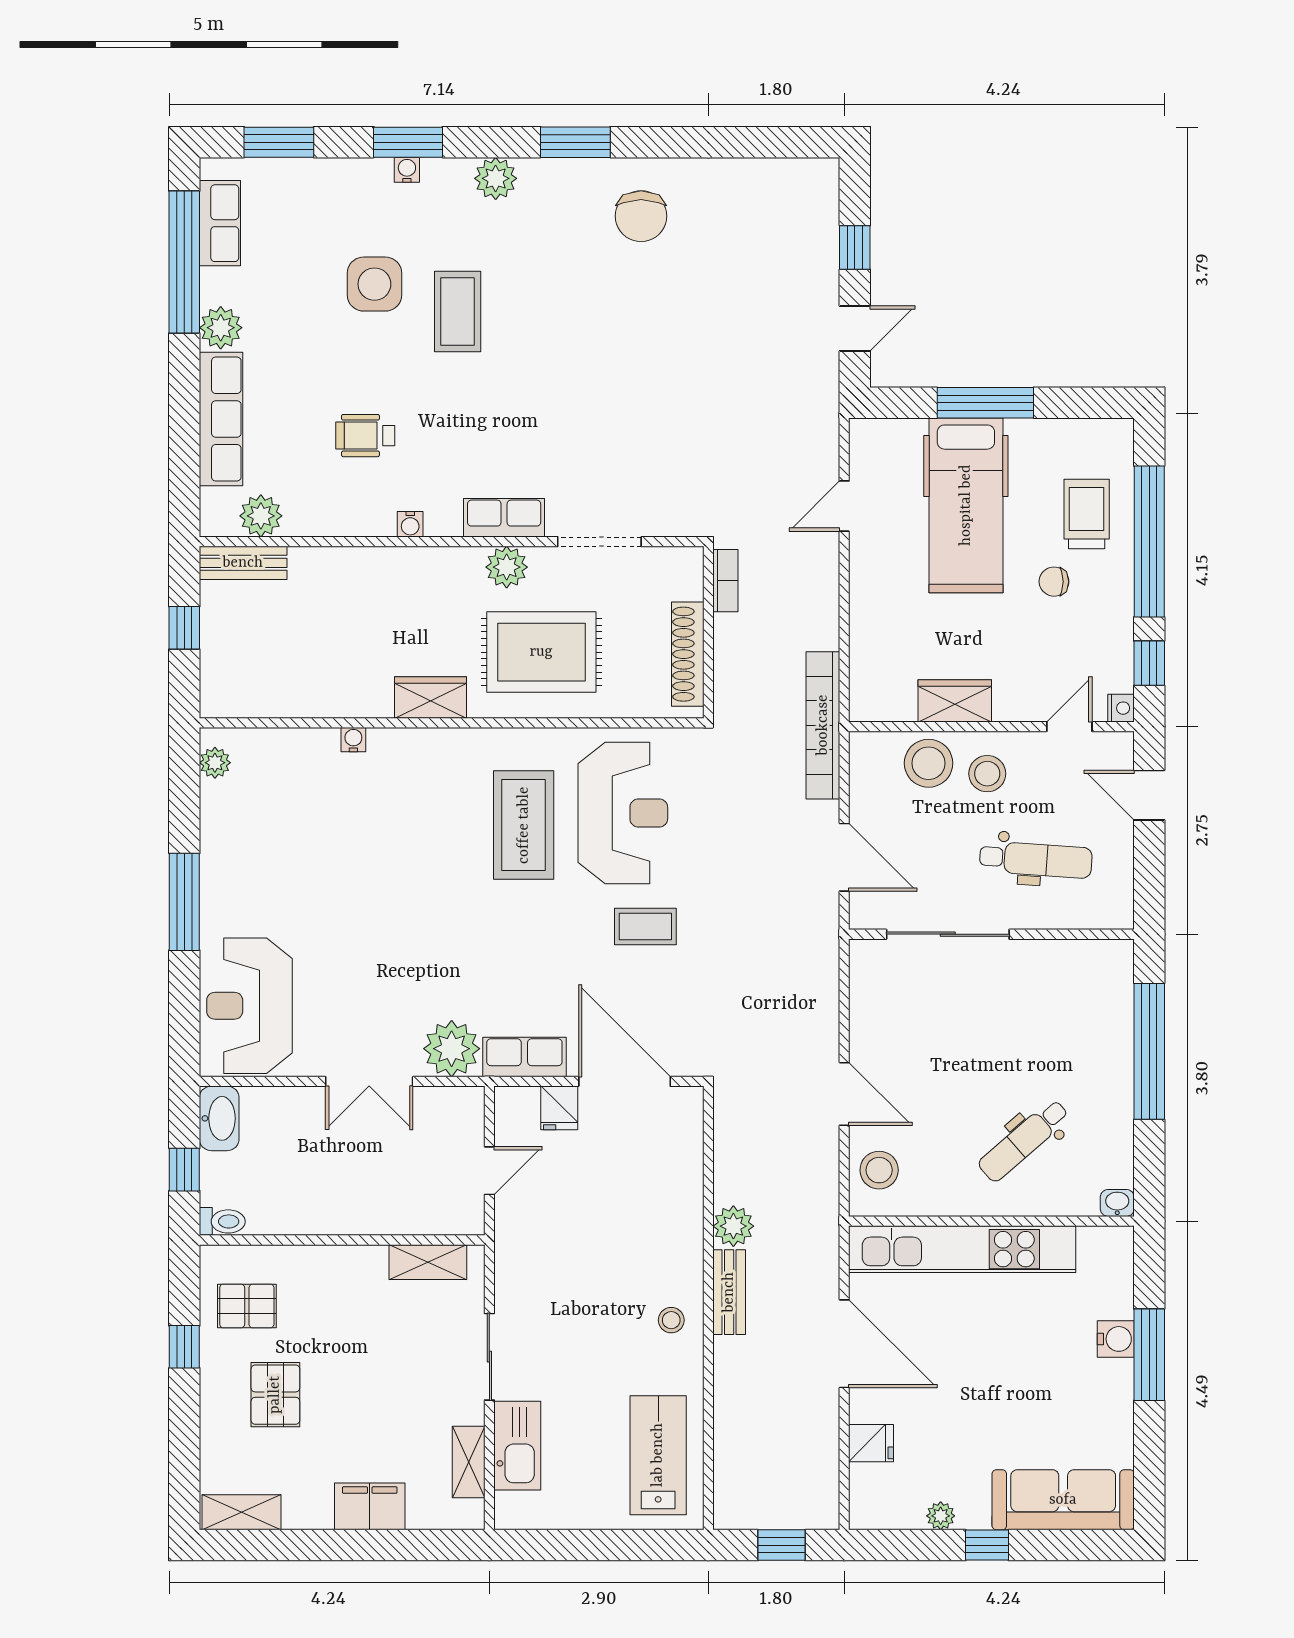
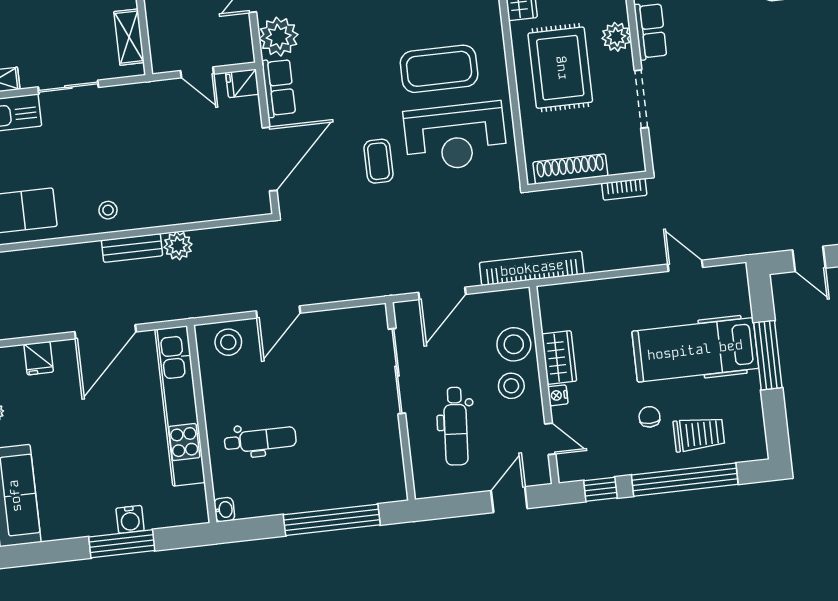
nightstand: (1121, 708) -> (558, 395), moved, turned 90
fridge: (559, 1108) -> (242, 83), moved
dental chair: (1024, 1140) -> (260, 440), turned 131

